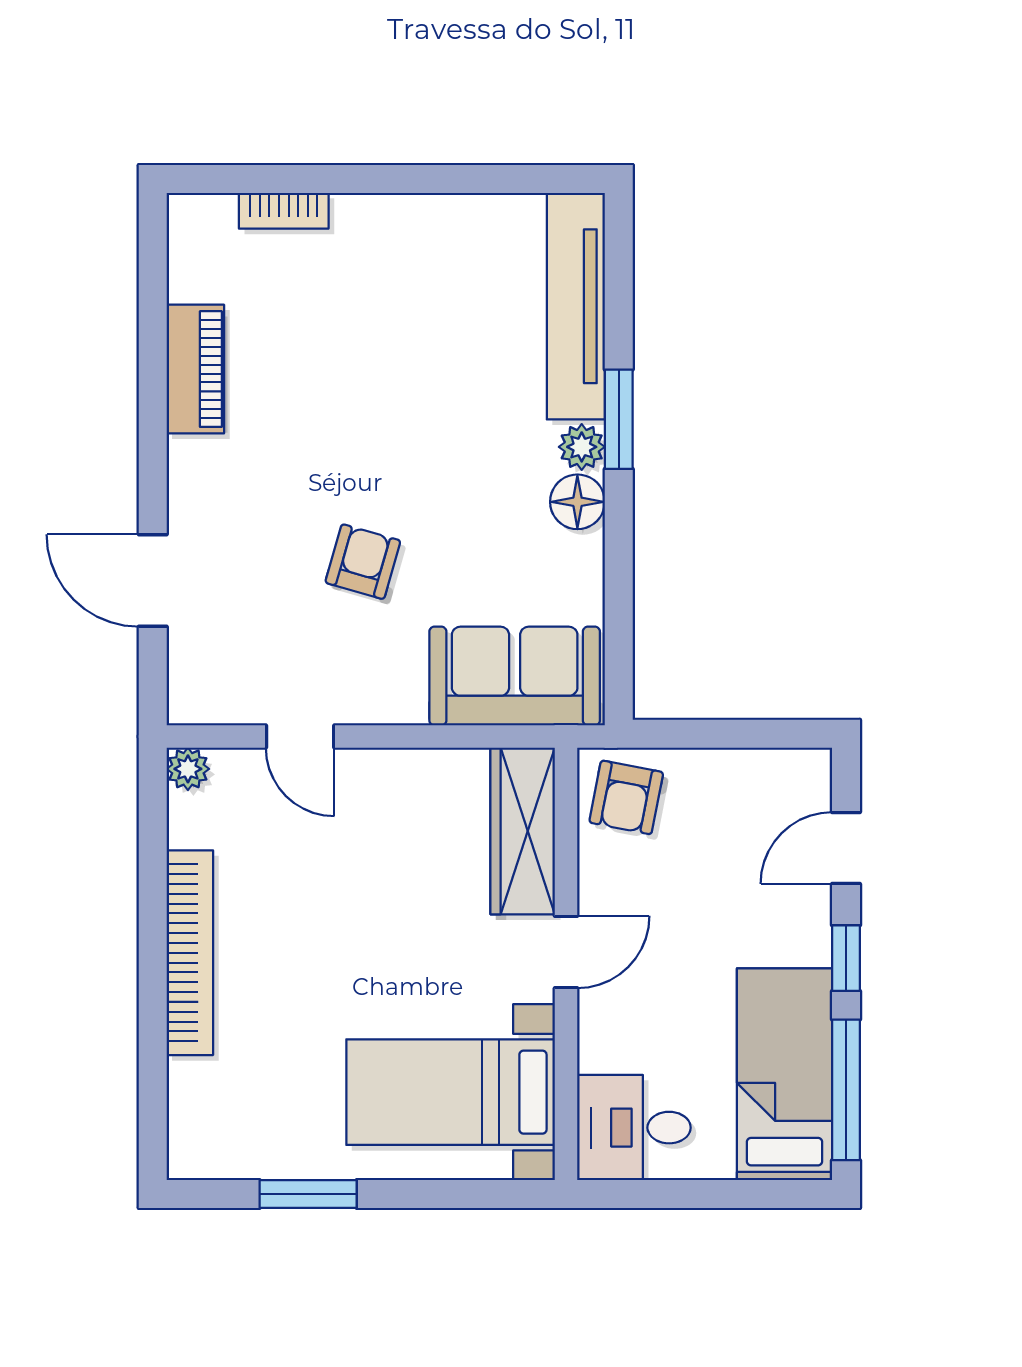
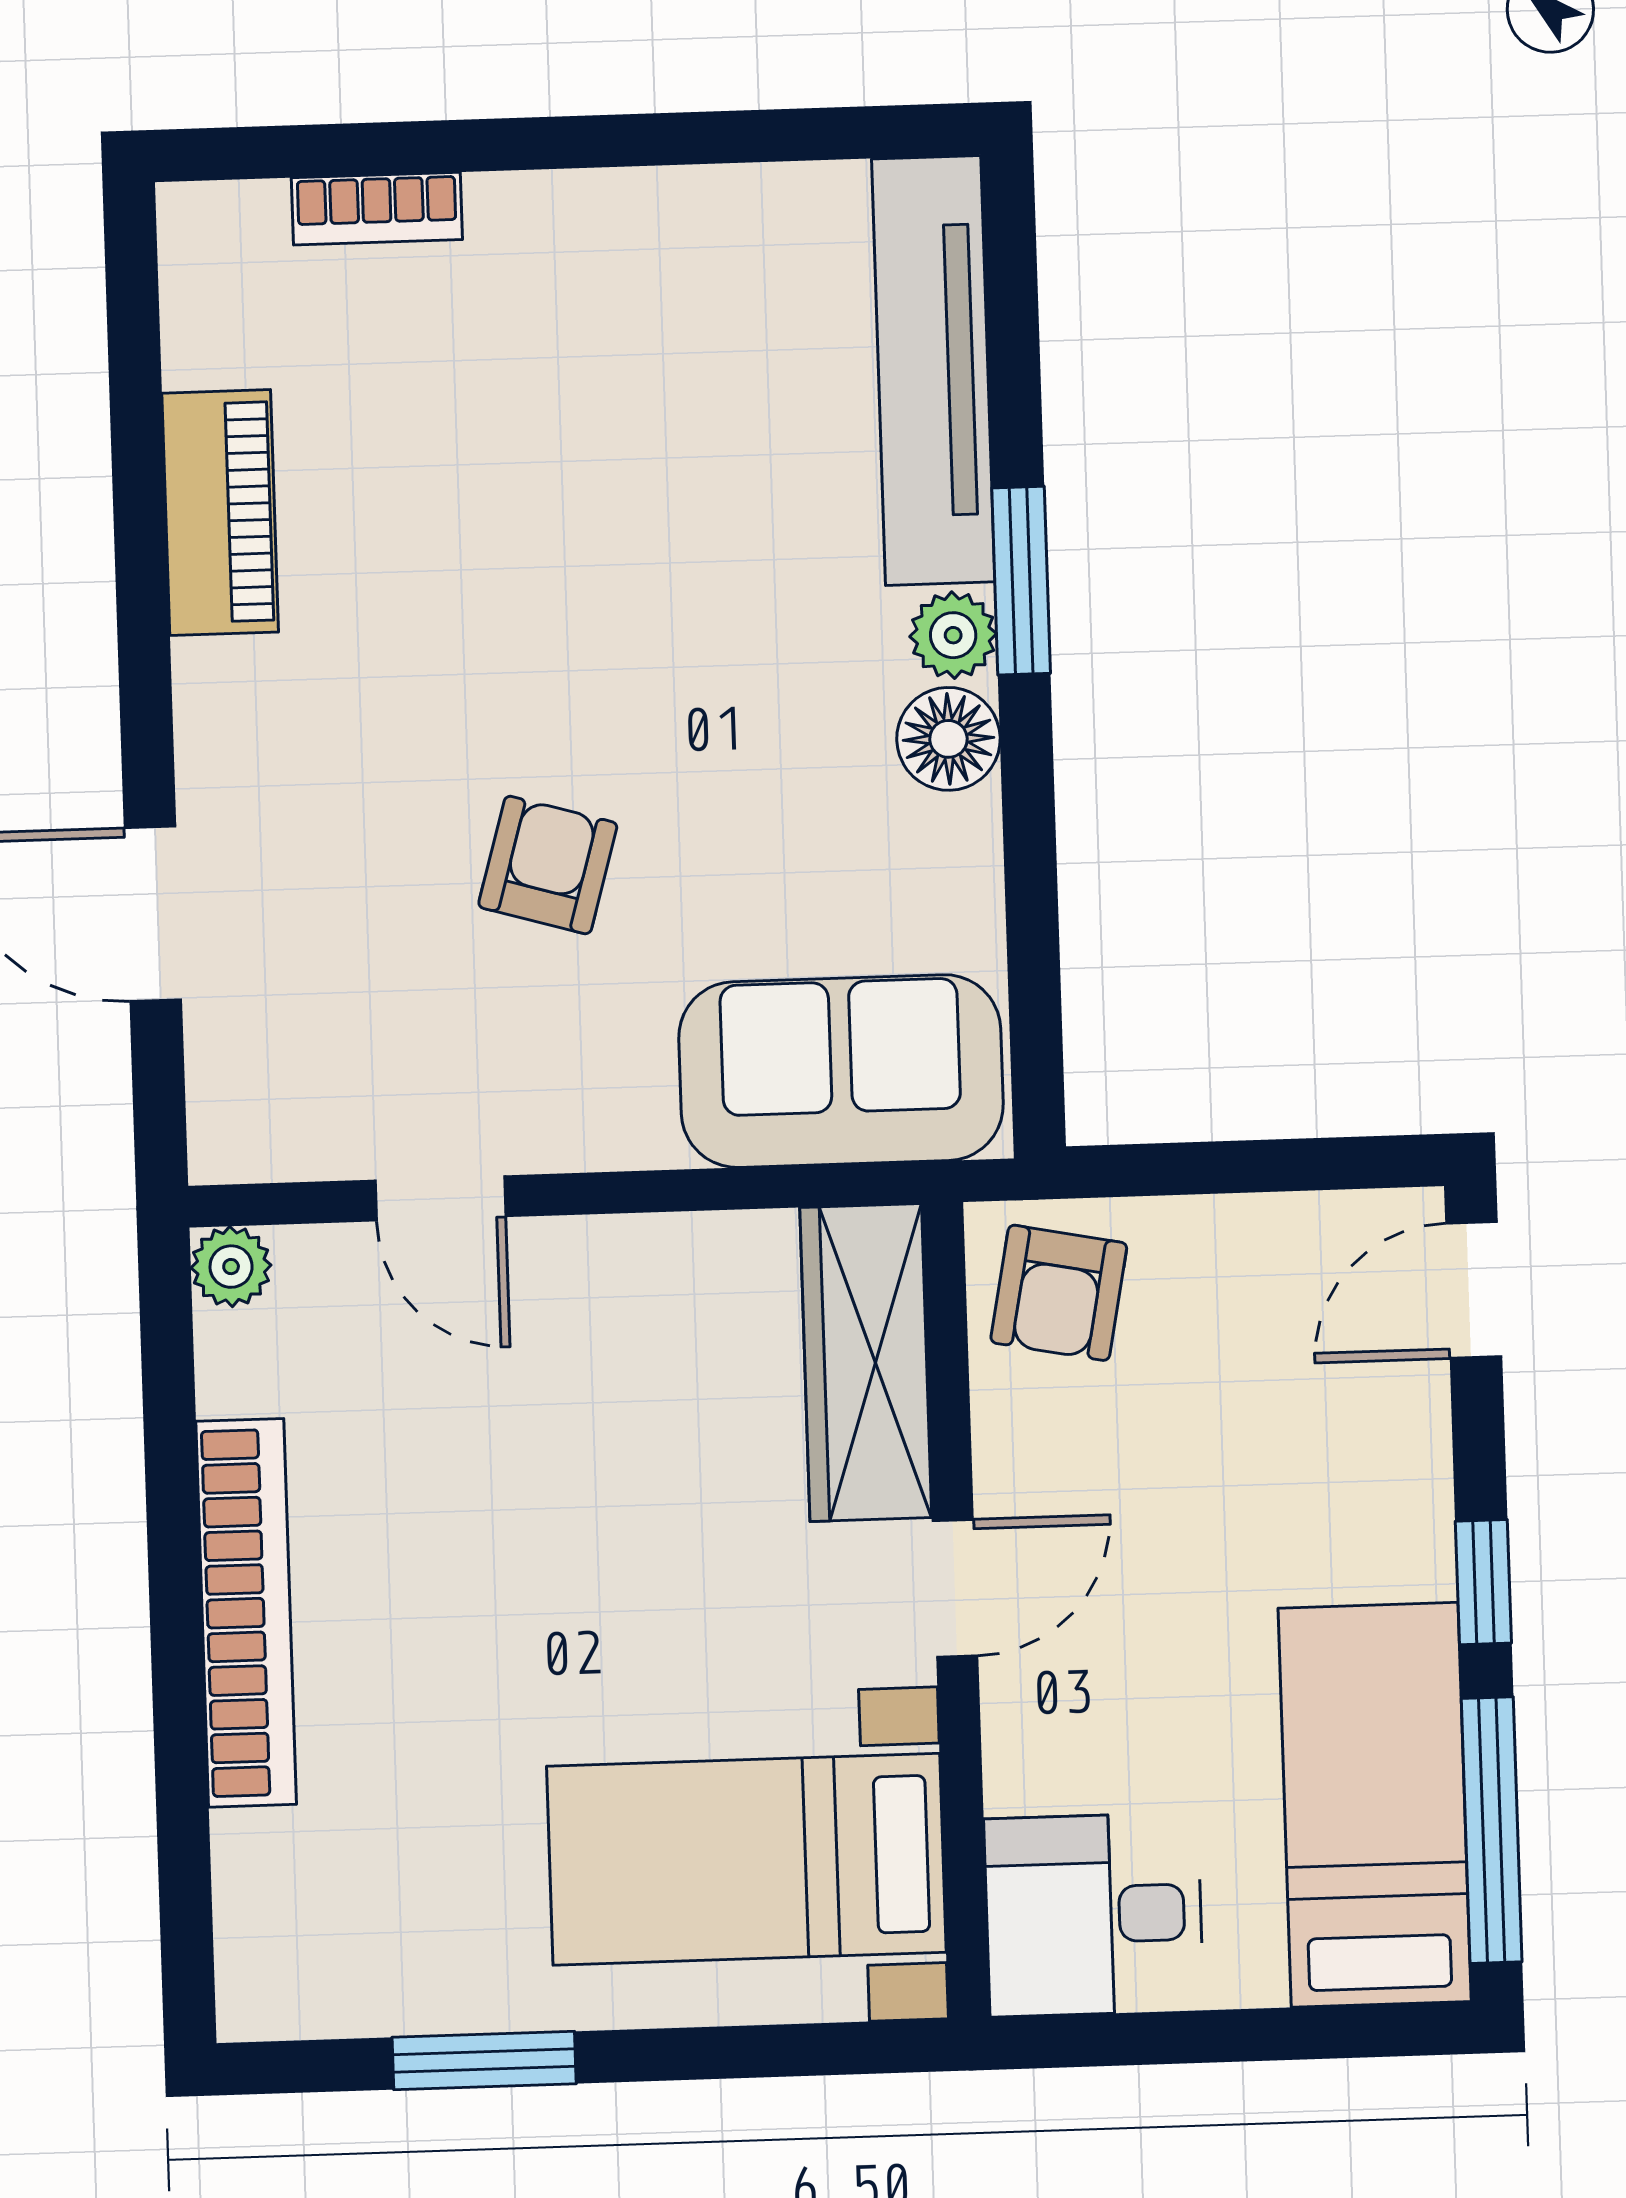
door: (846, 848) -> (1474, 1290), moved

